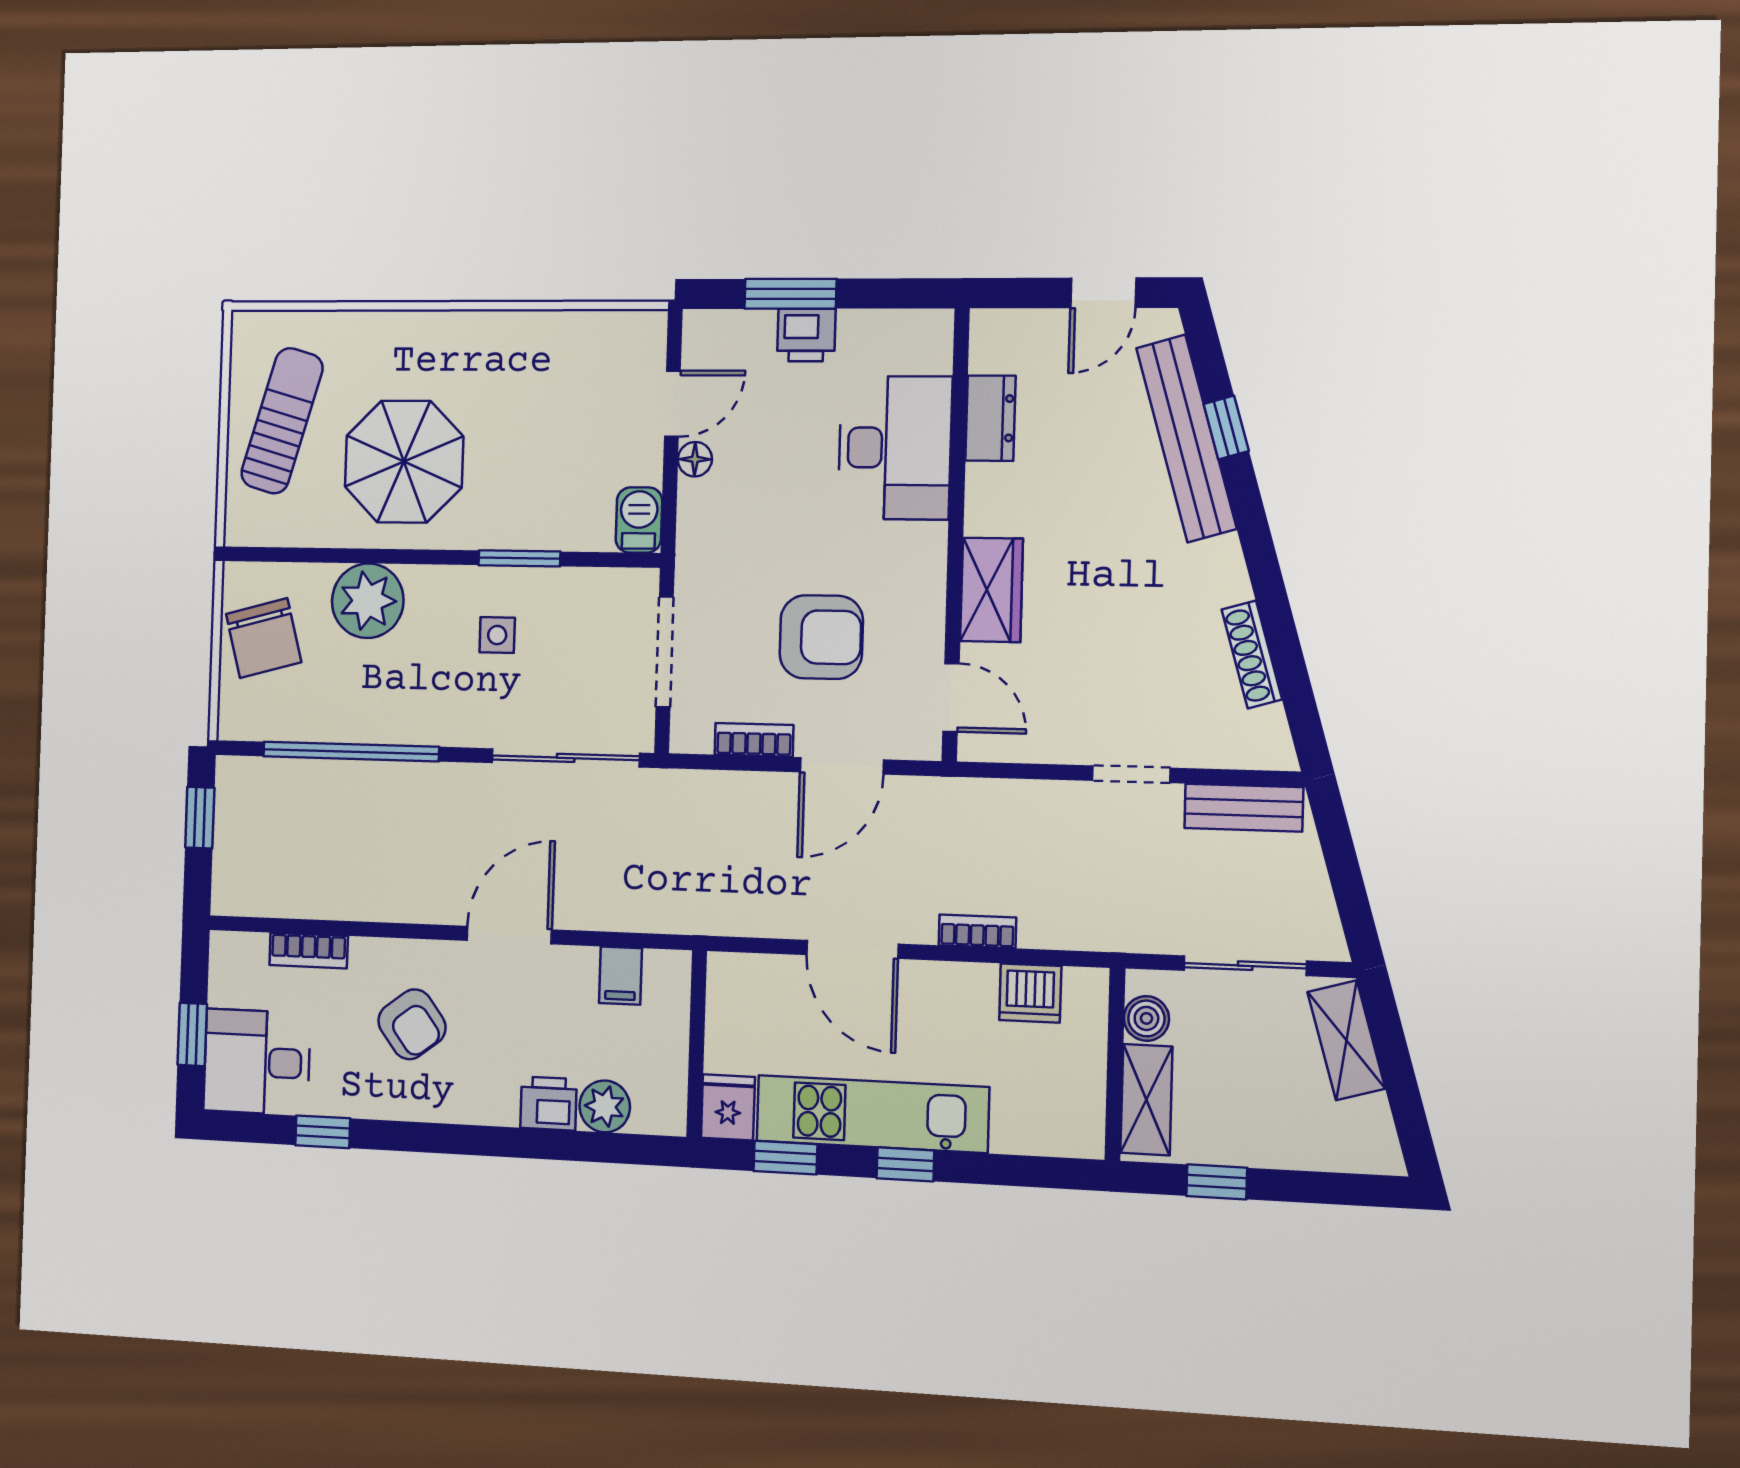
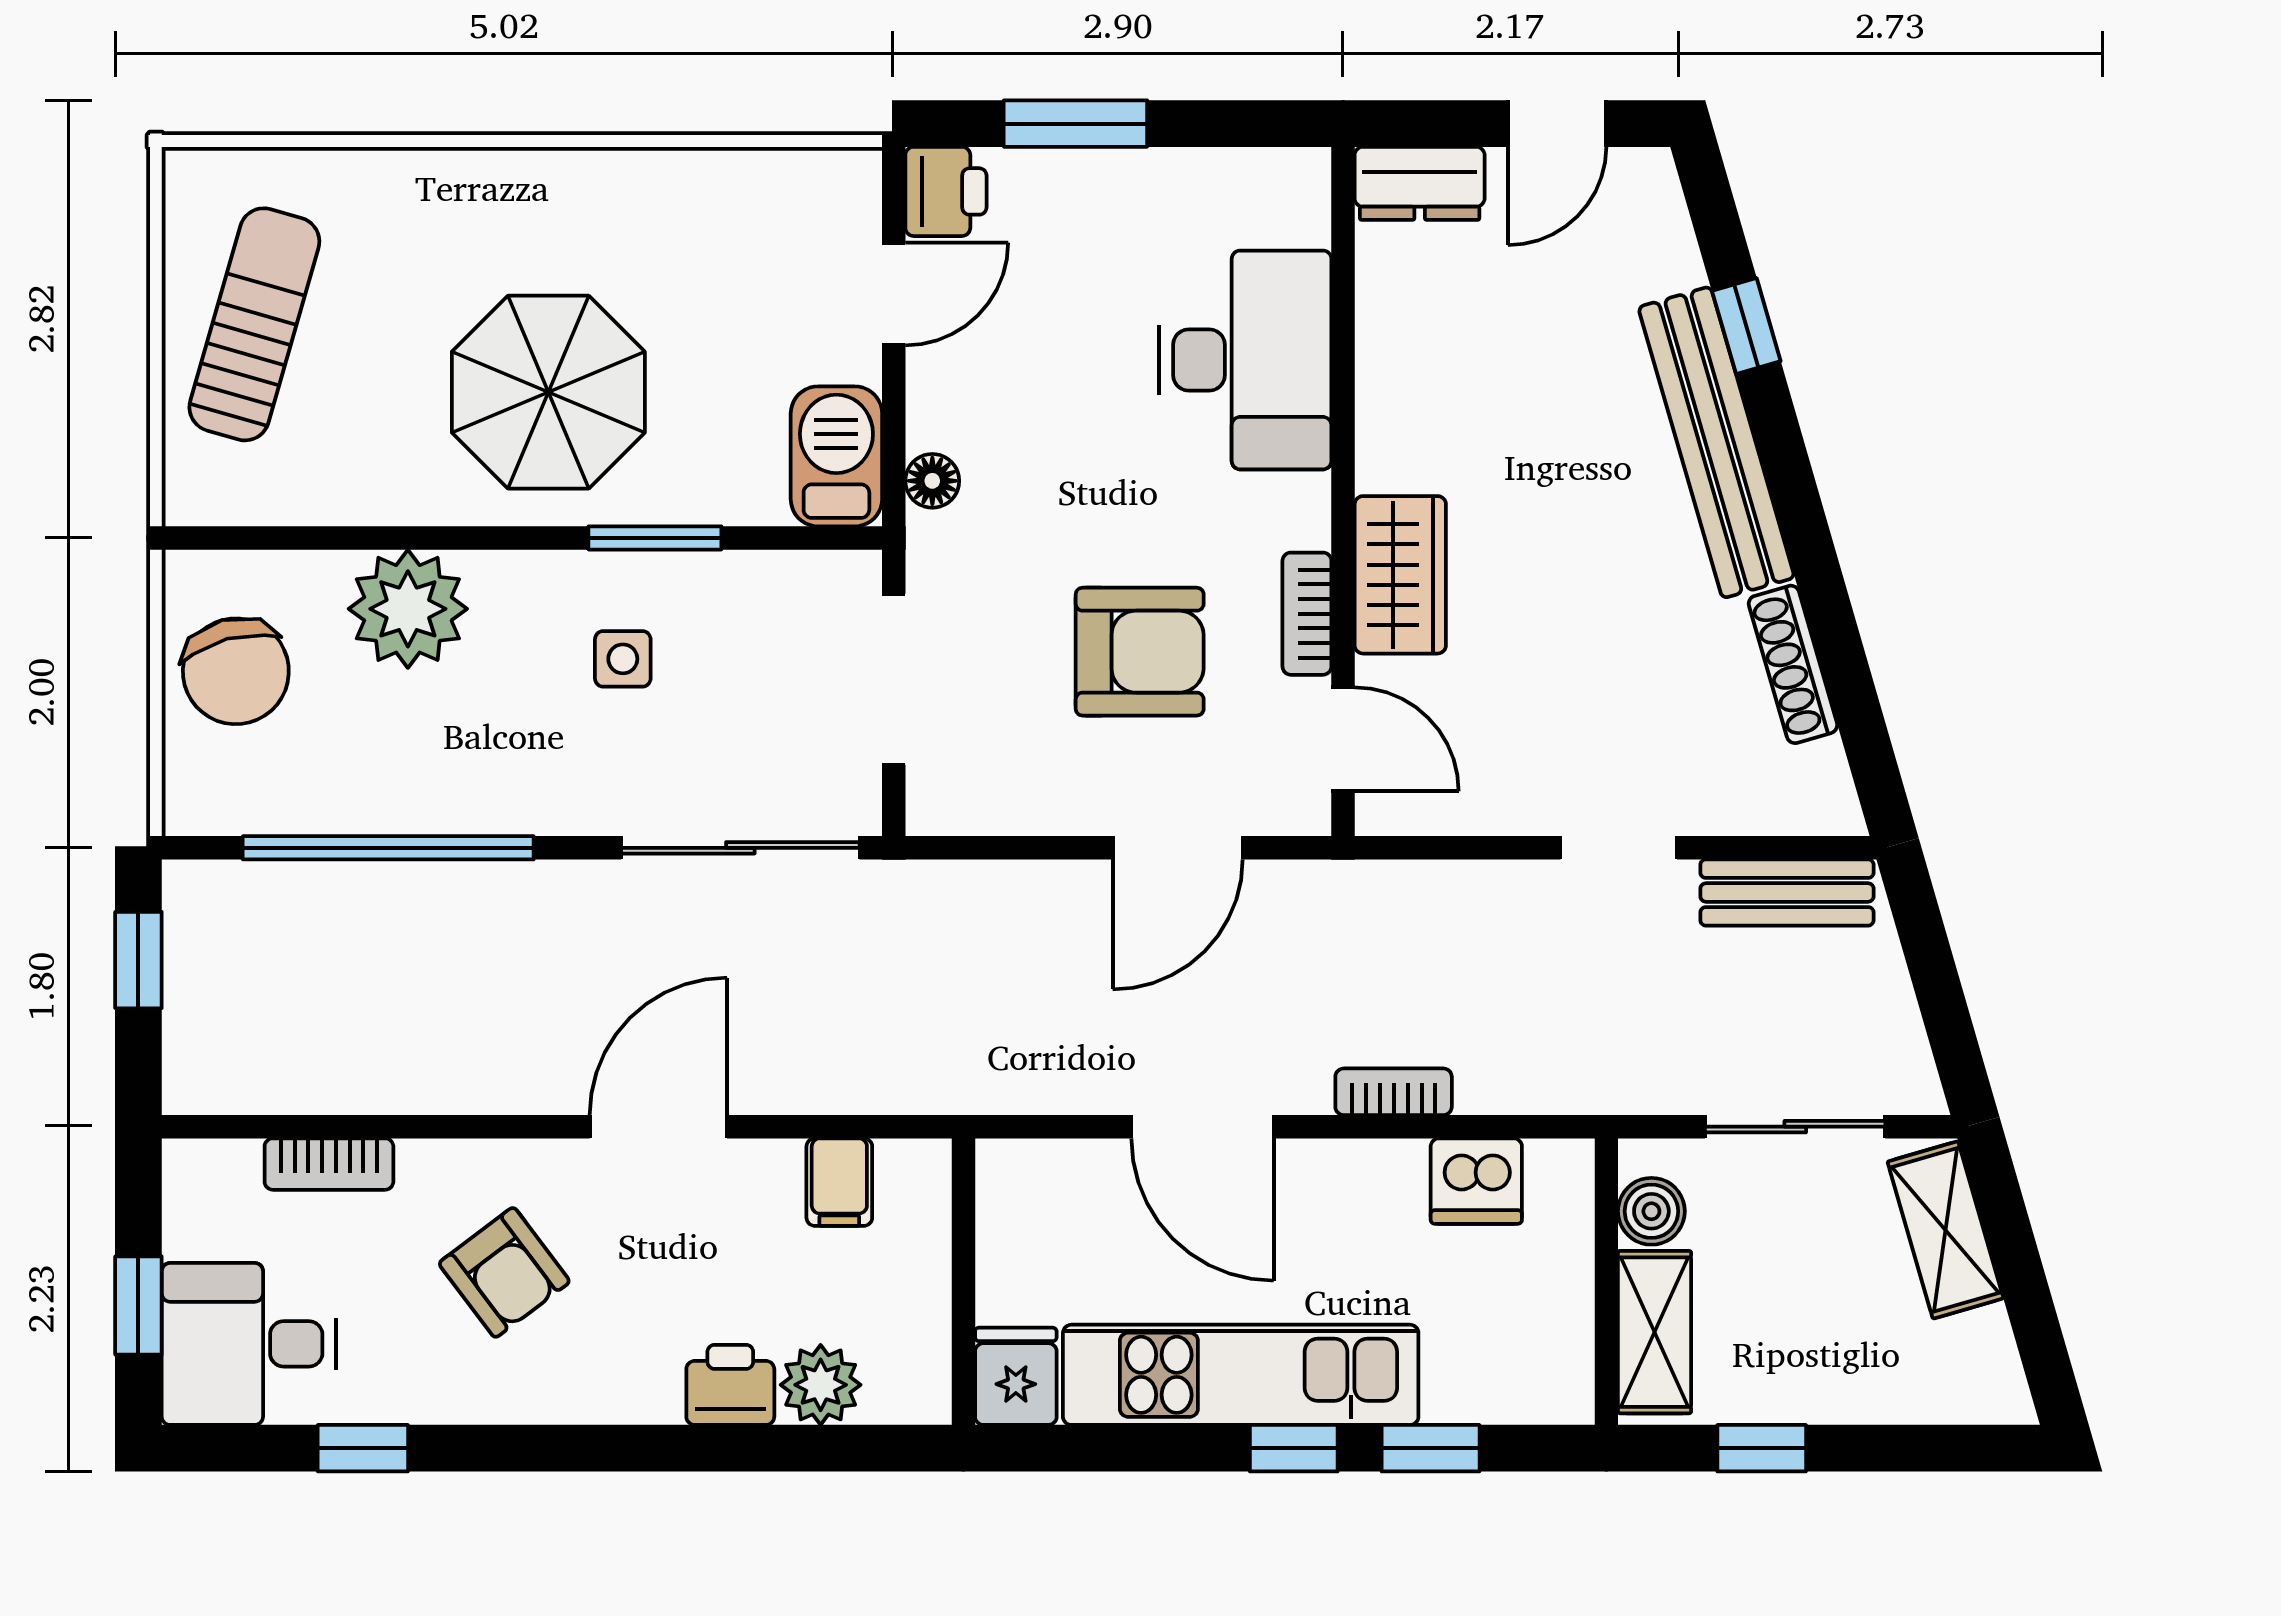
printer: (806, 335) -> (946, 191), moved, turned -90
dresser: (990, 418) -> (1420, 183), moved, turned 90
bench: (1186, 438) -> (1716, 442), moved
floor lamp: (695, 459) -> (932, 481), moved
parasol: (404, 462) -> (548, 392), moved
barbecue: (639, 520) -> (836, 456), width x1.38, depth x1.27
bookcase: (754, 740) -> (1307, 614), moved, turned -90
window: (785, 1158) -> (1431, 1448), moved

